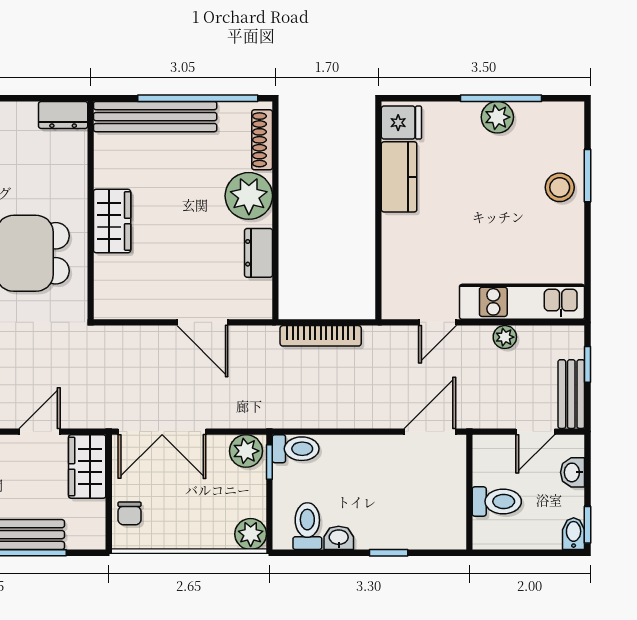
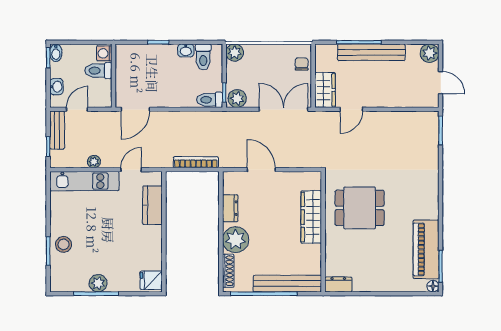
kitchen counter: (399, 177) -> (152, 205), moved
wardrobe: (112, 221) -> (311, 217), width x1.50
washing machine: (486, 533) -> (104, 53), added

